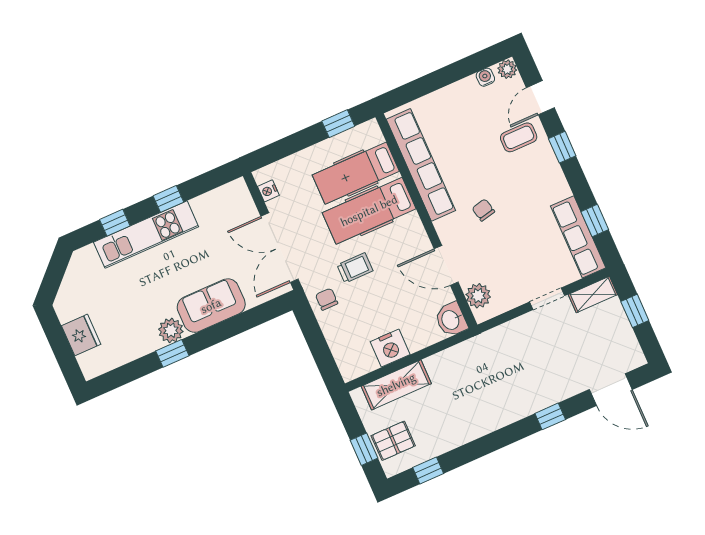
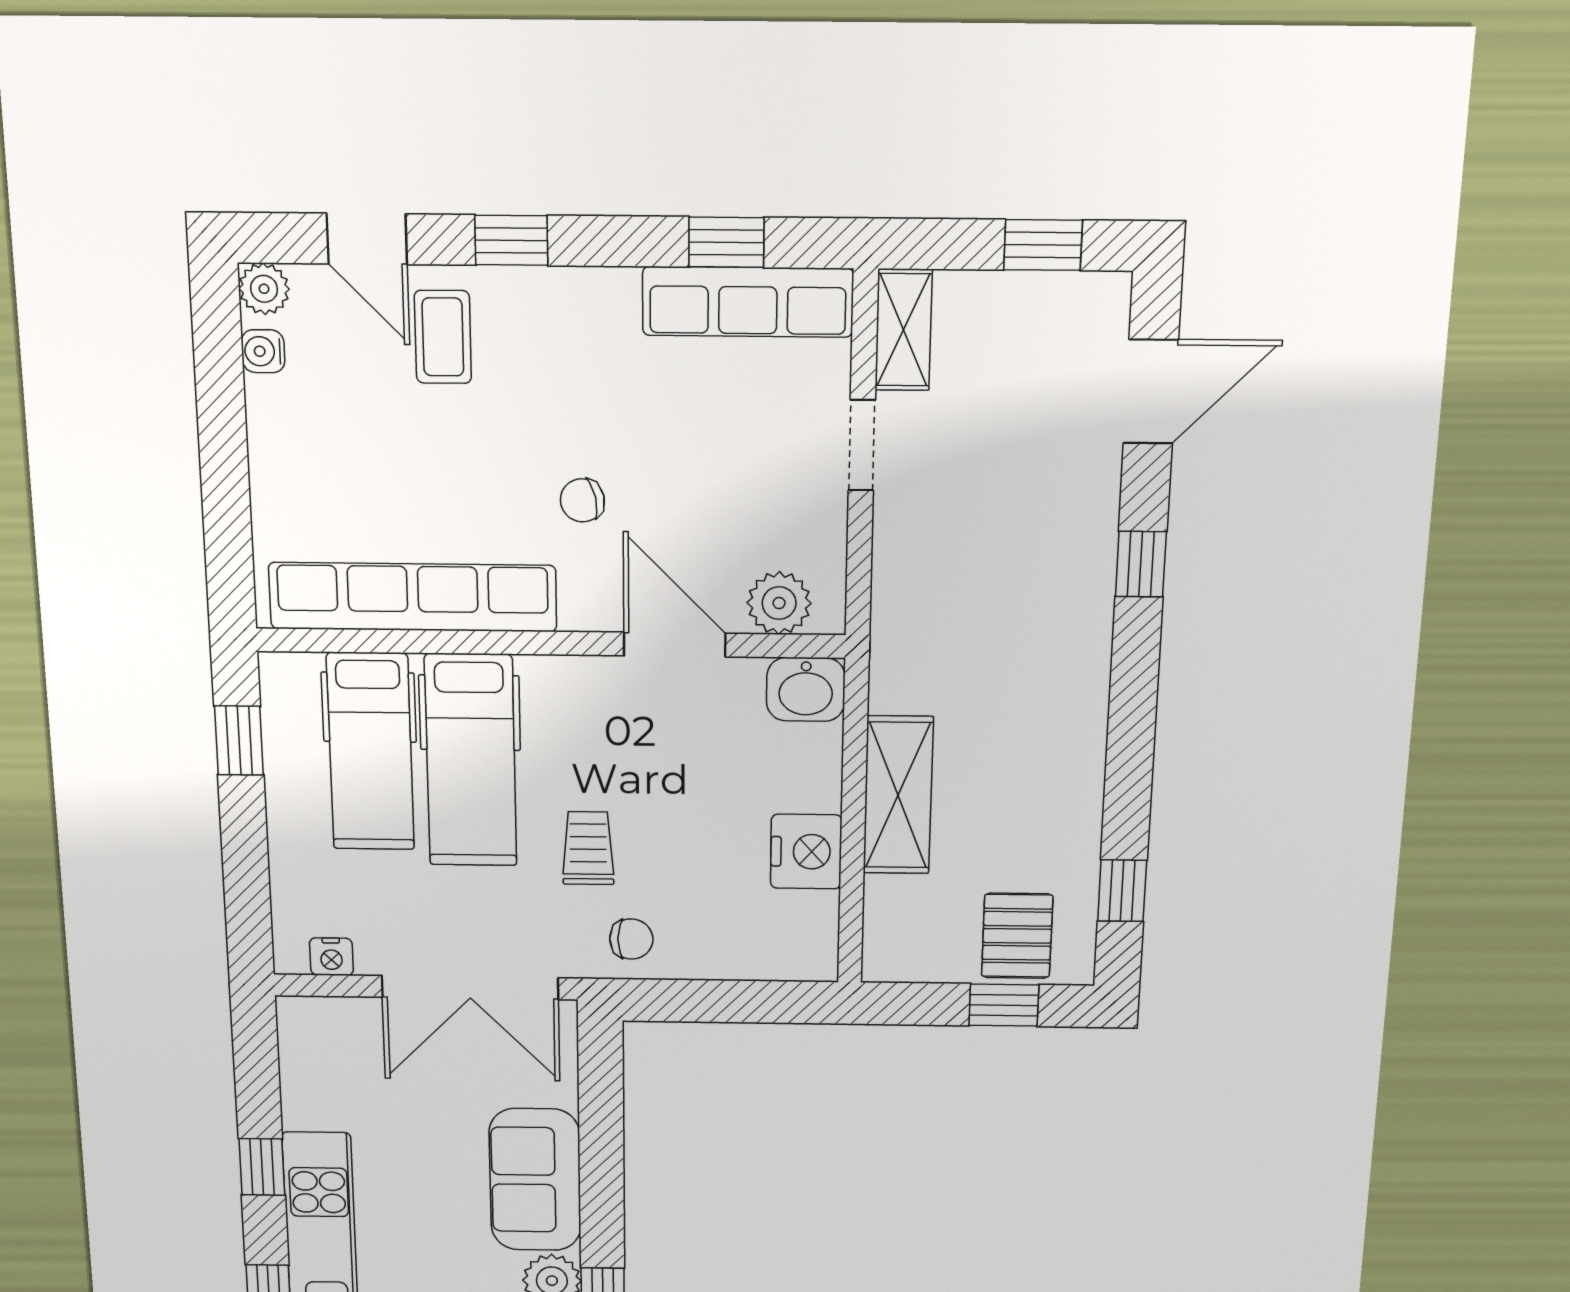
door: (446, 265) -> (675, 645), swing flipped
chair: (327, 299) -> (631, 939), turned 180
window: (635, 311) -> (1043, 245), moved
shelving: (396, 385) -> (898, 795), moved

